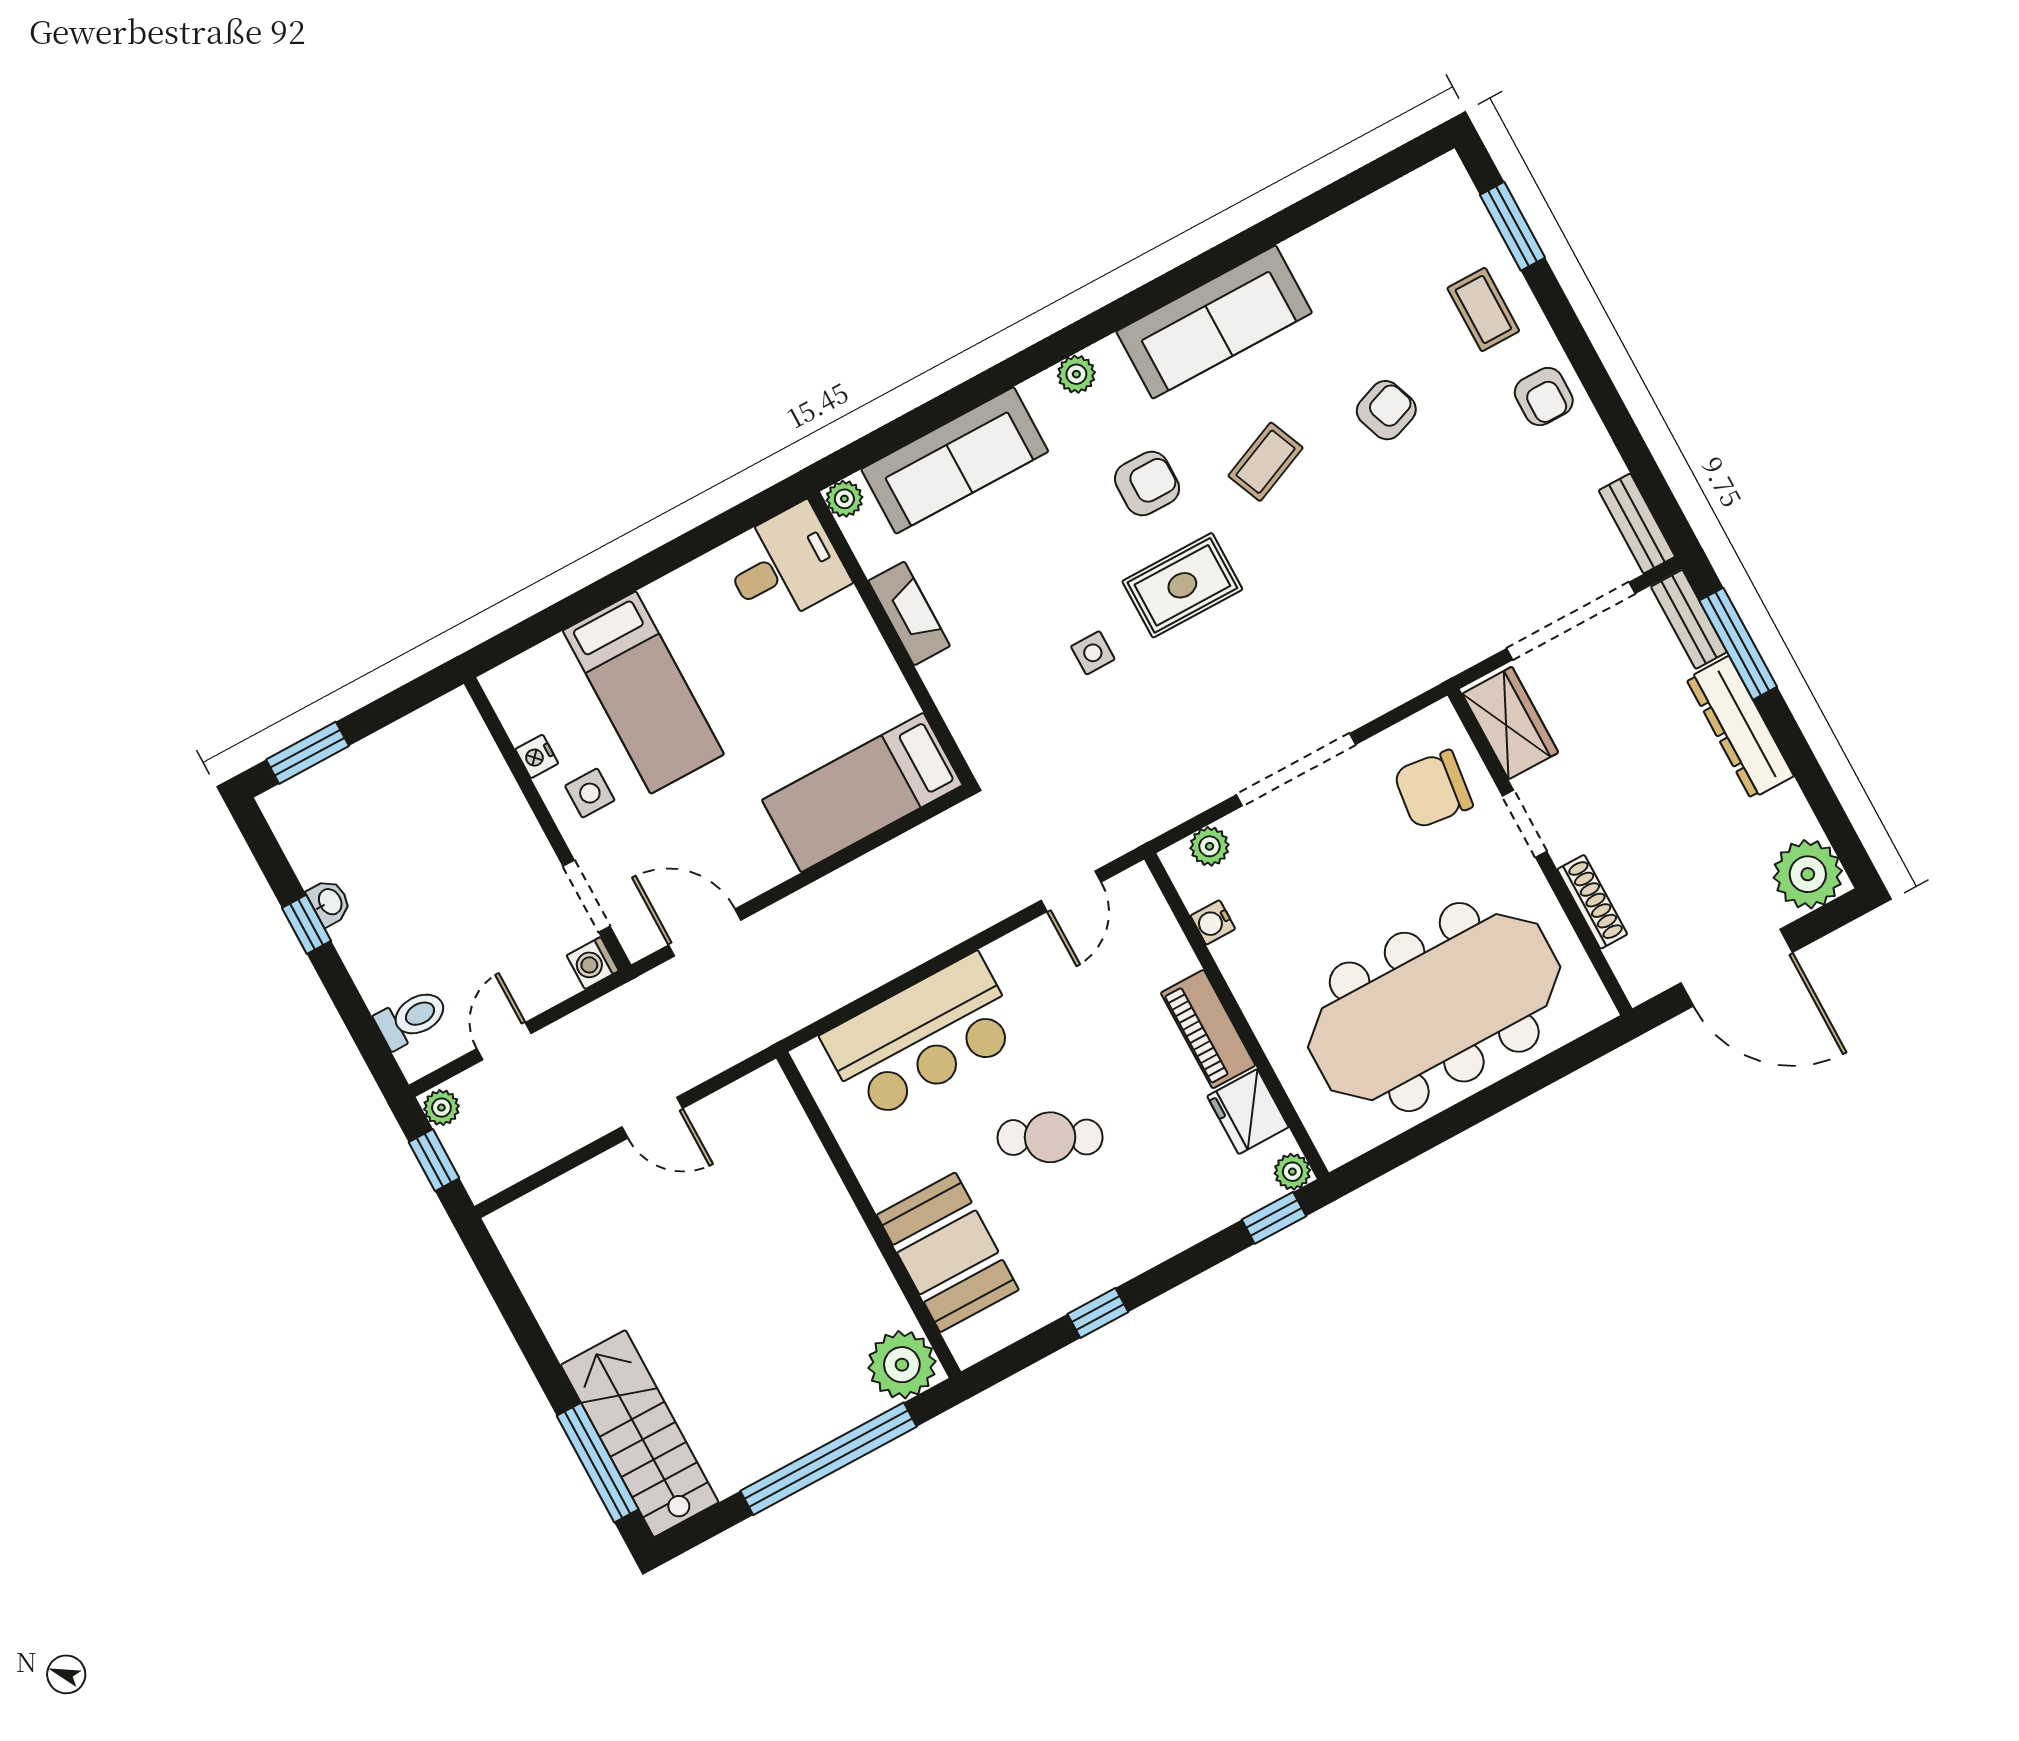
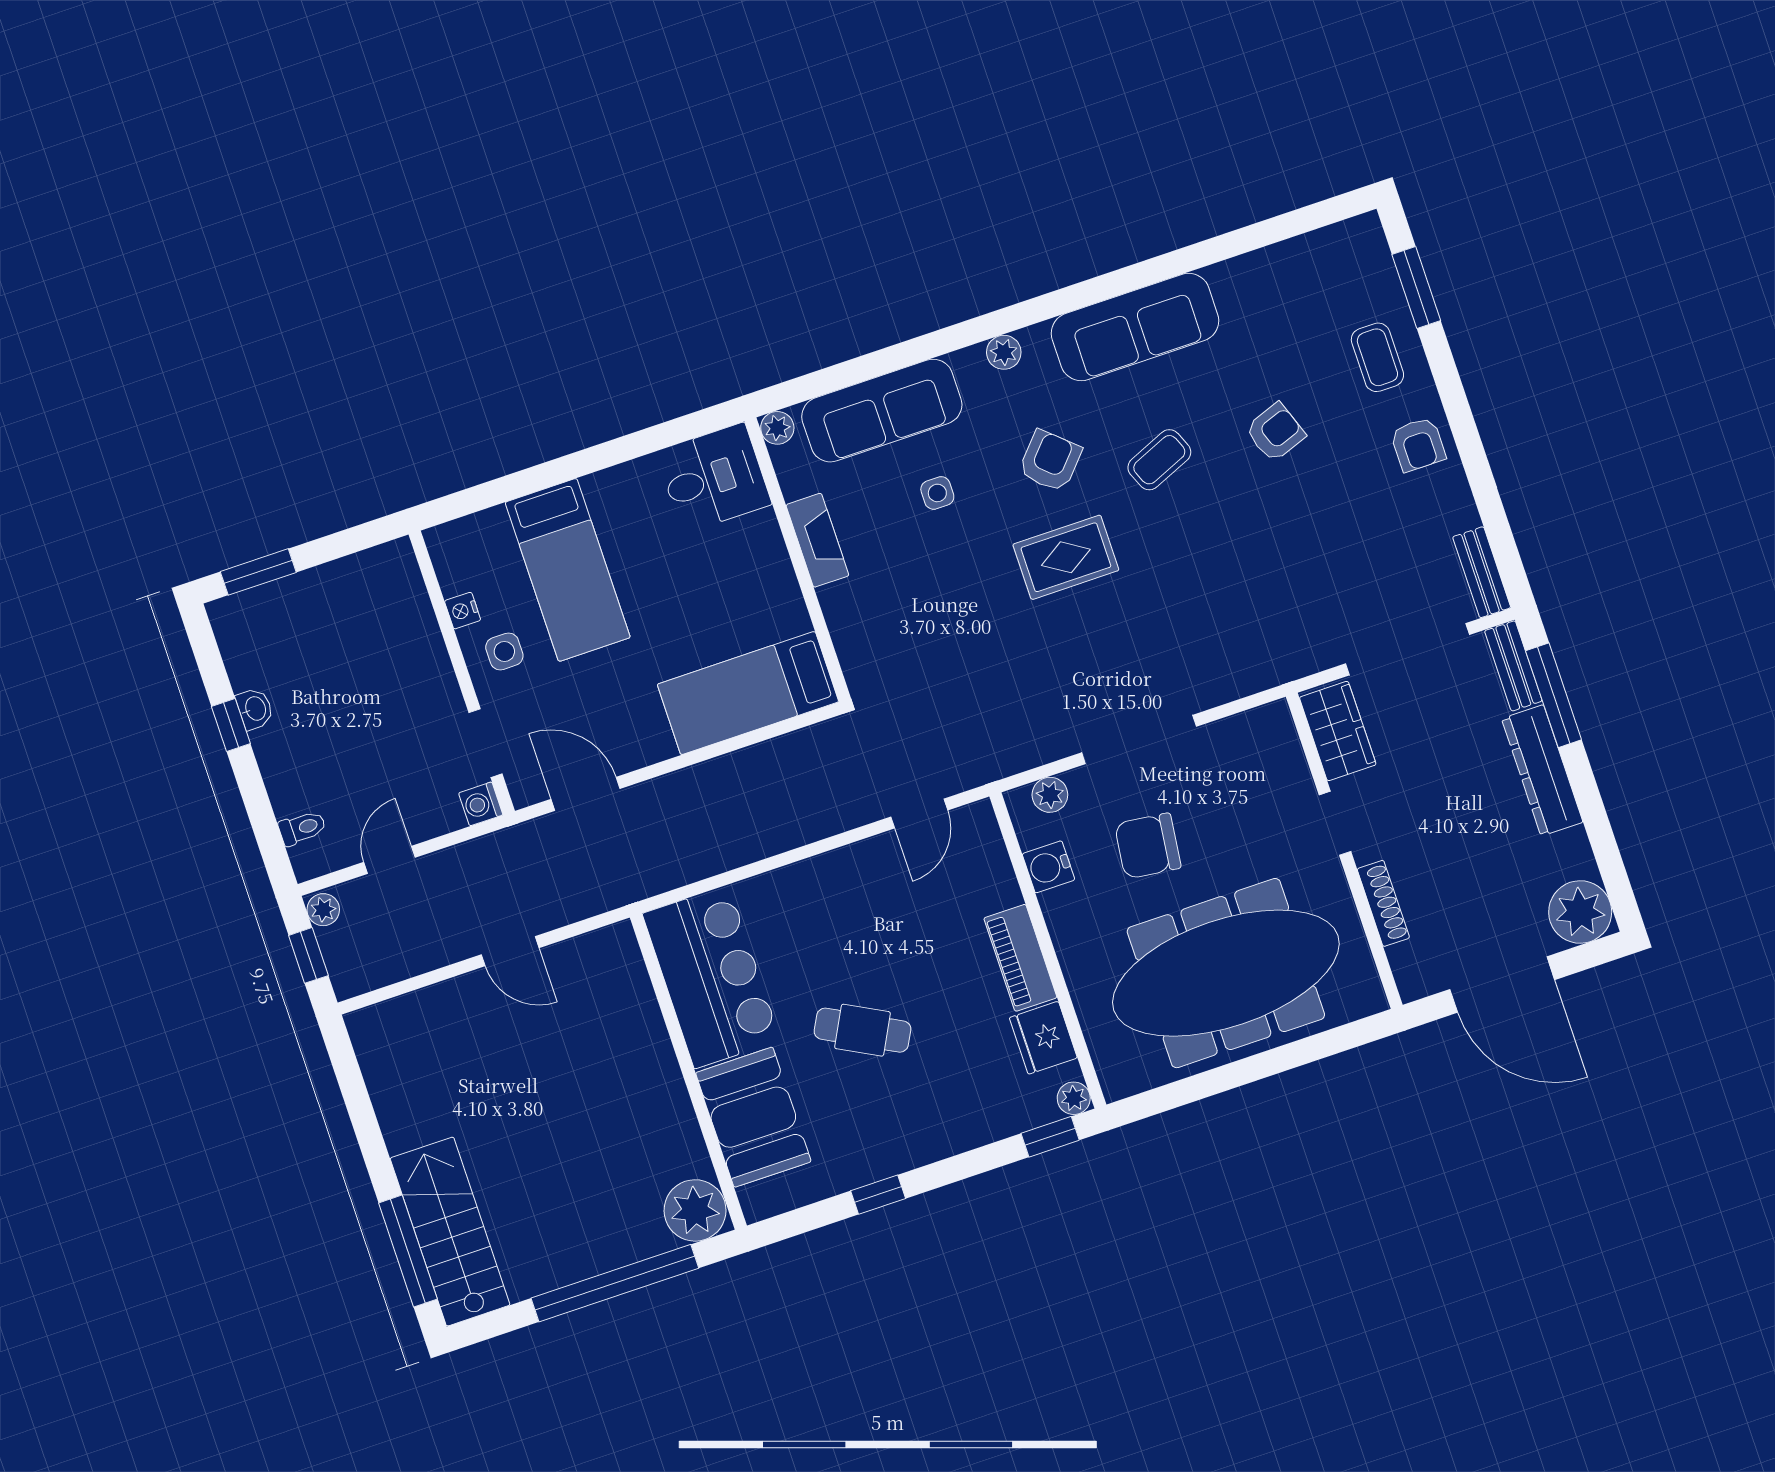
armchair: (1147, 484) -> (1050, 461), turned -48
side table: (1093, 653) -> (937, 493), moved
chair: (1433, 789) -> (1148, 846), moved
water cooler: (1213, 922) -> (1048, 867), width x1.38, depth x1.38
toilet: (412, 1018) -> (302, 828), width x0.73, depth x0.72
bar counter: (922, 1037) -> (711, 977), moved, turned -90

